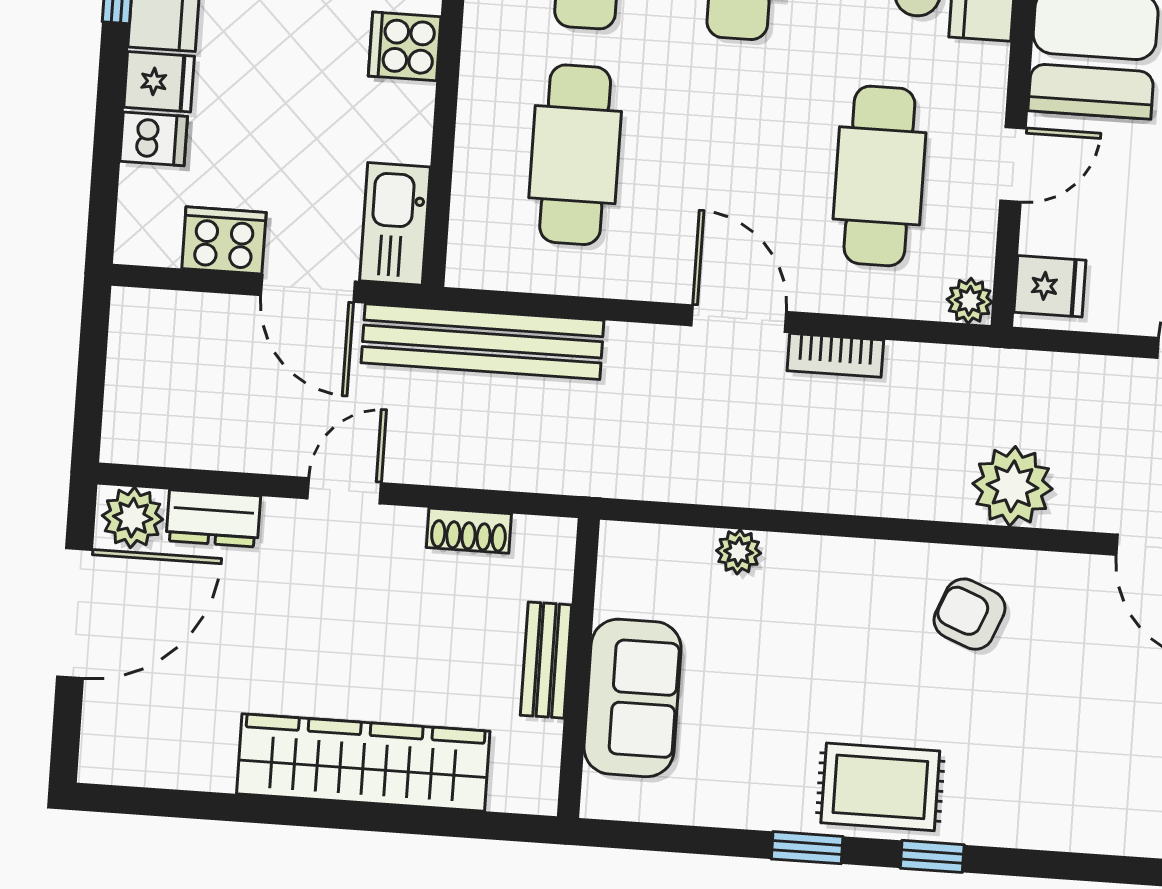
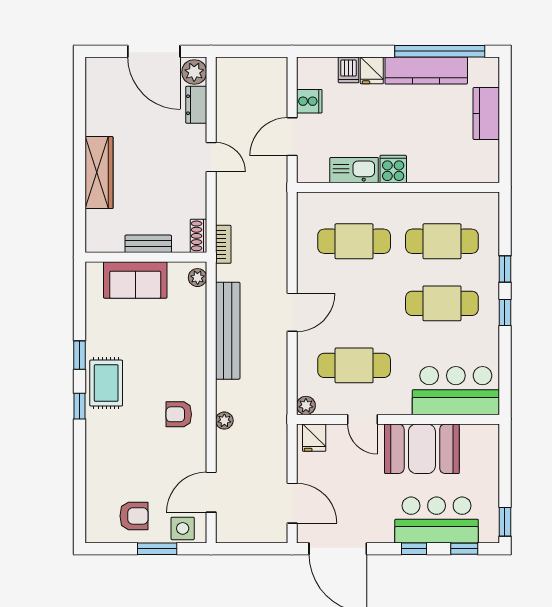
kitchen sink: (395, 224) -> (354, 170), moved
cooker: (224, 240) -> (309, 101), width x0.73
bench: (483, 342) -> (228, 331), moved
bookcase: (835, 355) -> (223, 244), moved, turned 180
plant: (1013, 486) -> (224, 421), width x0.53, depth x0.53
shoe rack: (469, 531) -> (198, 236), moved
plant: (739, 552) -> (198, 278), moved
armchair: (969, 614) -> (179, 414), turned -112
wardrobe: (363, 762) -> (99, 173), width x0.71, depth x0.85

